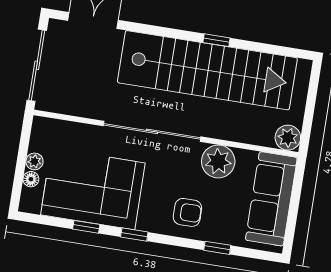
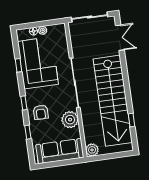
window: (217, 40) -> (131, 120), moved
window: (134, 235) -> (24, 103), moved

